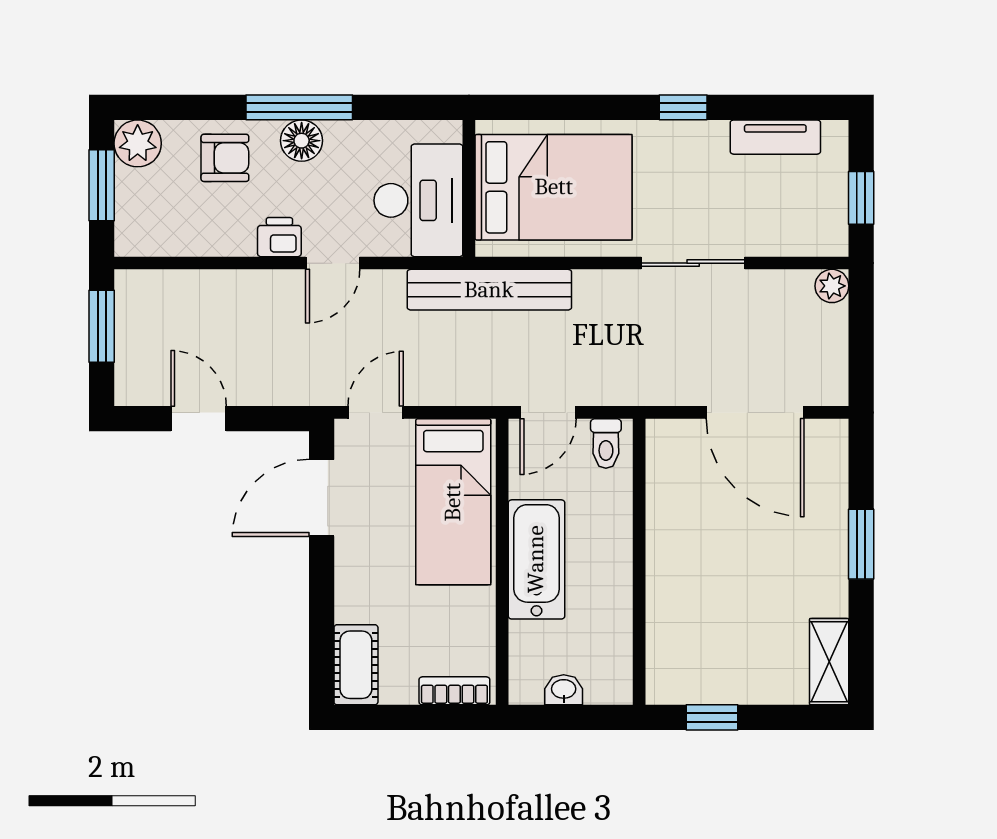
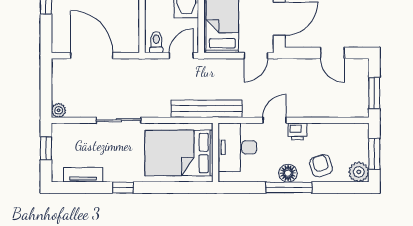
armchair: (225, 158) -> (321, 166), turned 72

